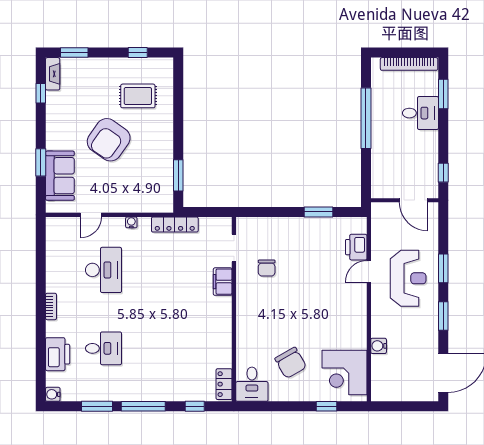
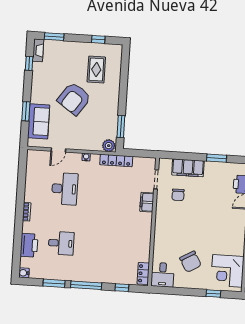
rug: (138, 96) -> (96, 70), turned 90
plant: (163, 204) -> (109, 146), added
filing cabinet: (278, 229) -> (188, 168), added

